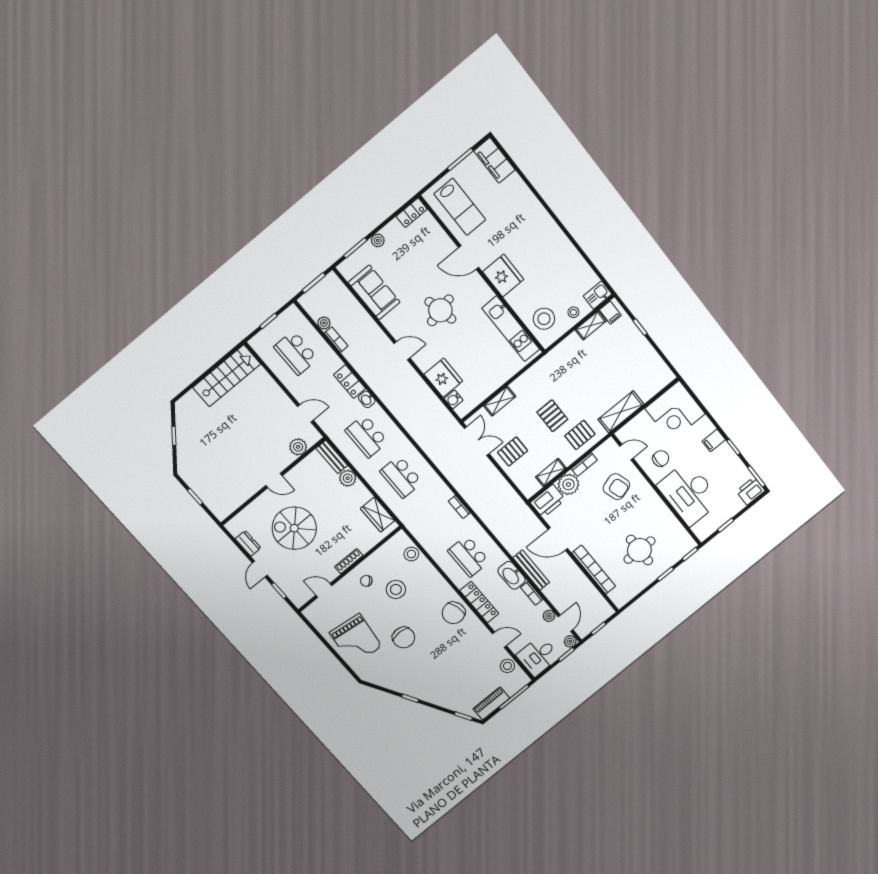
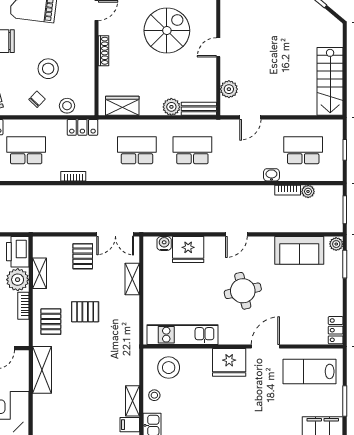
plant: (378, 240) -> (336, 244), moved
locker: (350, 382) -> (82, 127), moved, turned 180
washbasin: (367, 399) -> (271, 175), moved
chair: (366, 581) -> (37, 99), moved

